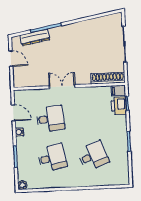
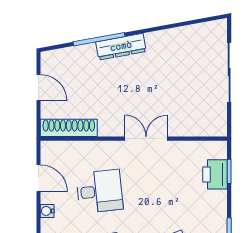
dresser: (35, 37) -> (121, 47), moved
shoe rack: (108, 78) -> (69, 128), moved
double door: (62, 87) -> (146, 139), moved
filing cabinet: (118, 91) -> (215, 149), removed

